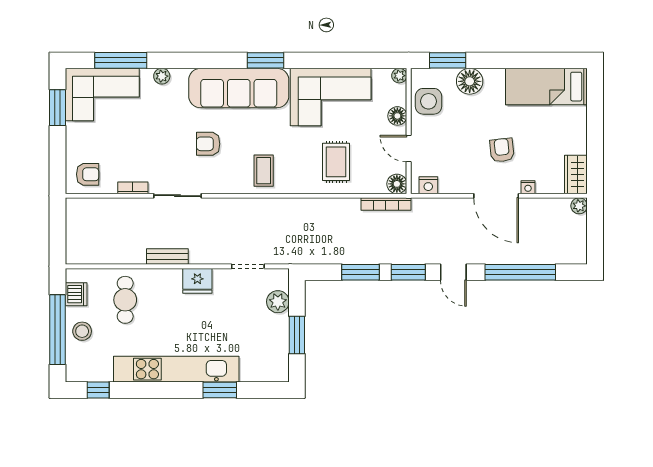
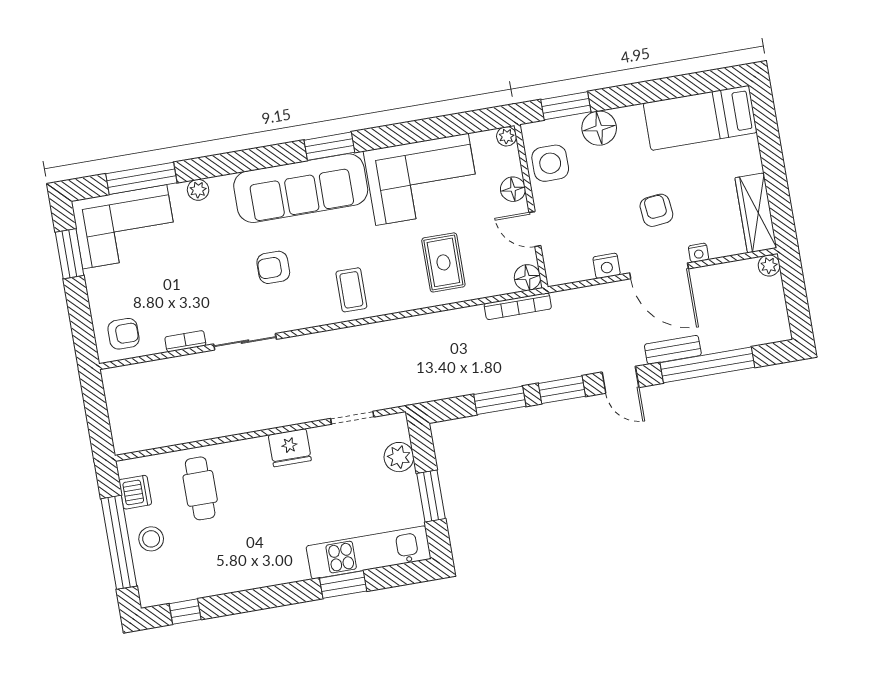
wardrobe: (576, 174) -> (756, 213), width x1.50
nightstand: (428, 185) -> (607, 266), moved
bench: (167, 256) -> (673, 350), moved
kitchen unit: (176, 369) -> (369, 552), moved, width x0.73

